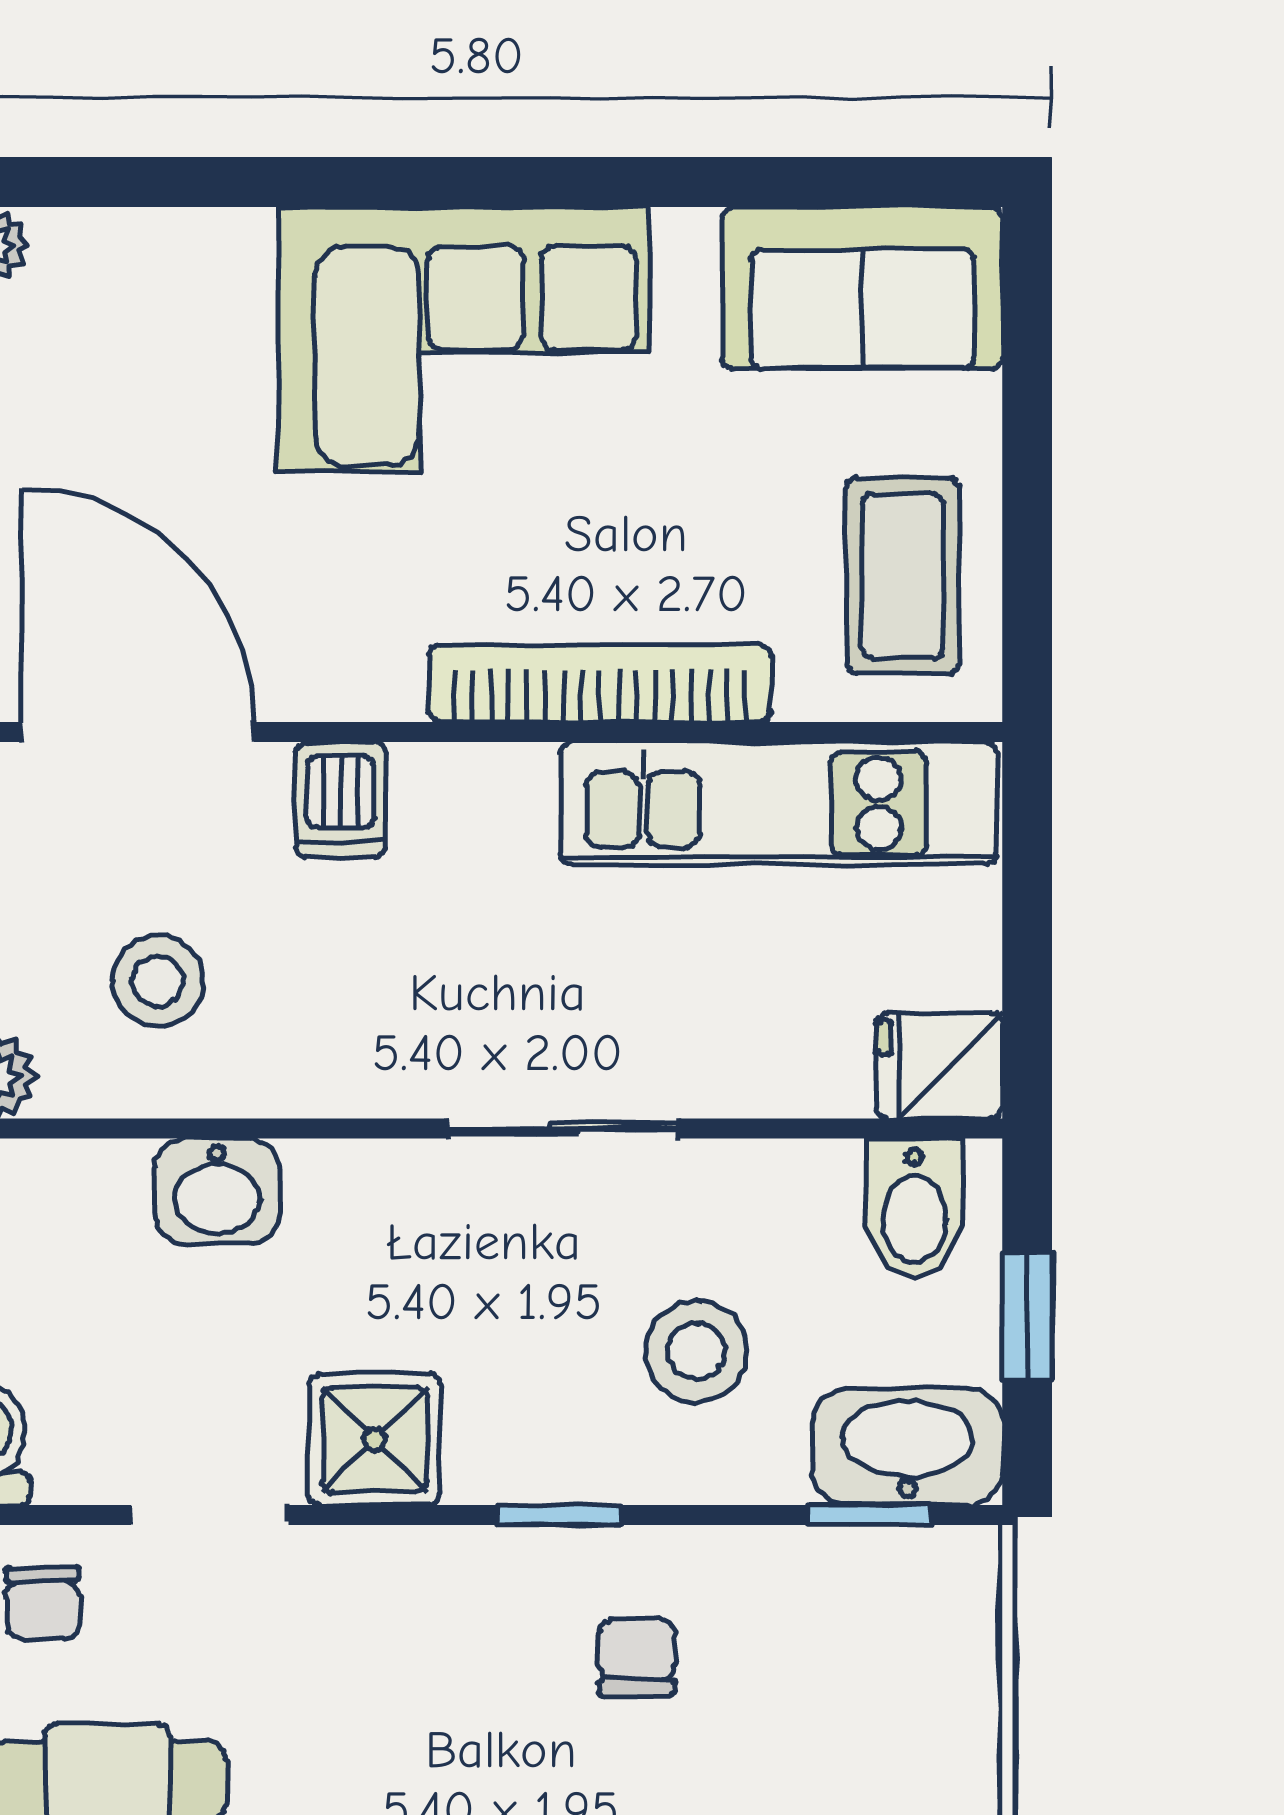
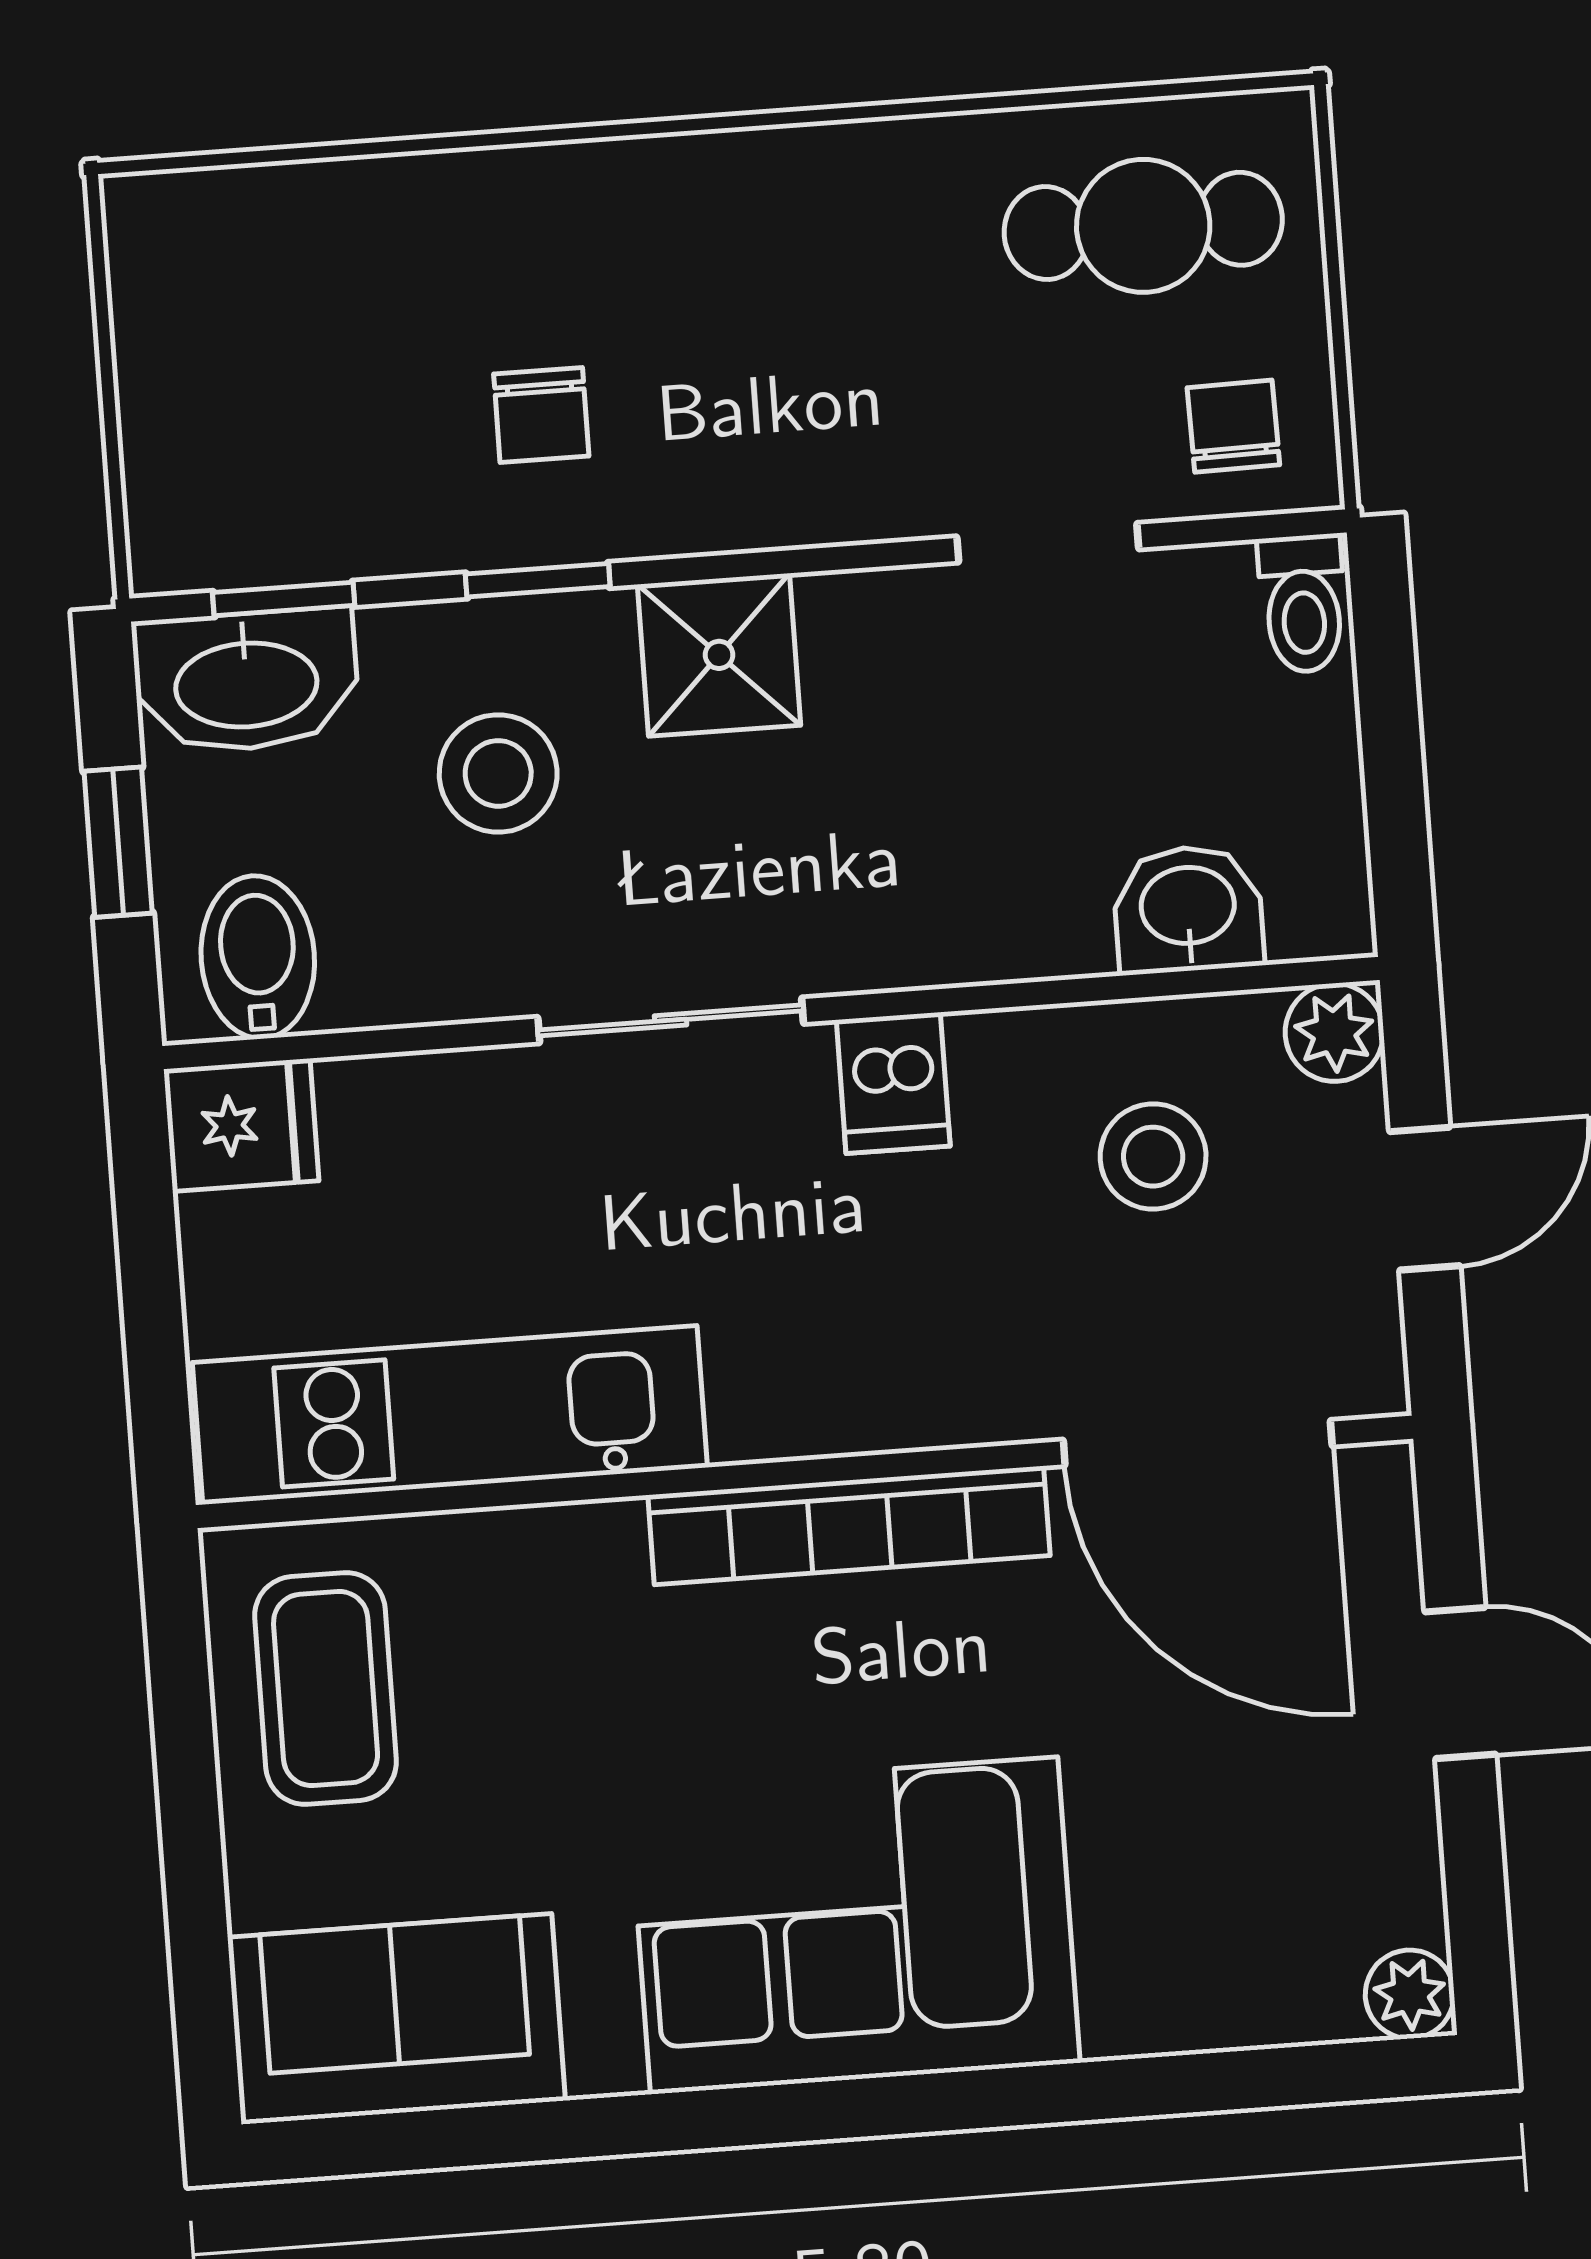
bookcase: (600, 683) -> (849, 1525), moved
dishwasher: (341, 800) -> (893, 1083), moved, turned 180
washbasin: (217, 1191) -> (1188, 909), moved
shower: (375, 1439) -> (719, 655), moved
window: (559, 1515) -> (538, 580), moved

